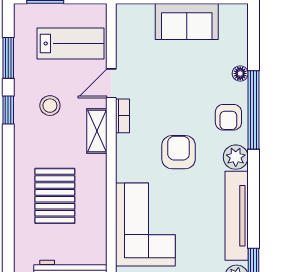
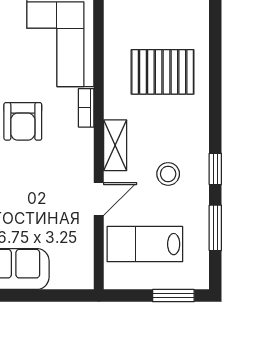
bookcase: (122, 116) -> (86, 108), moved
pallet: (55, 196) -> (163, 72), turned 90

